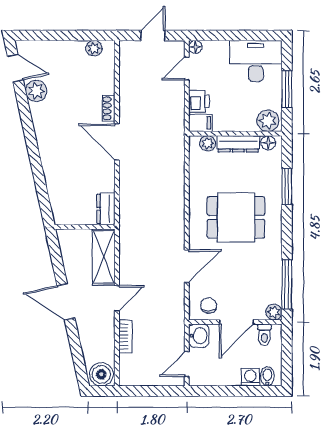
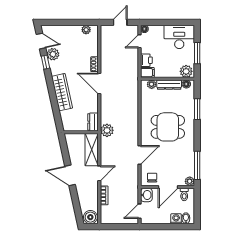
window: (23, 105) -> (46, 62), added
wardrobe: (52, 157) -> (62, 92), added
plant: (130, 223) -> (107, 130), added

